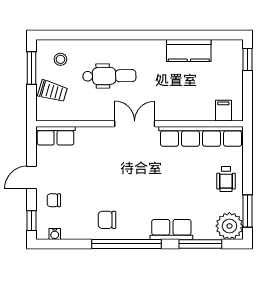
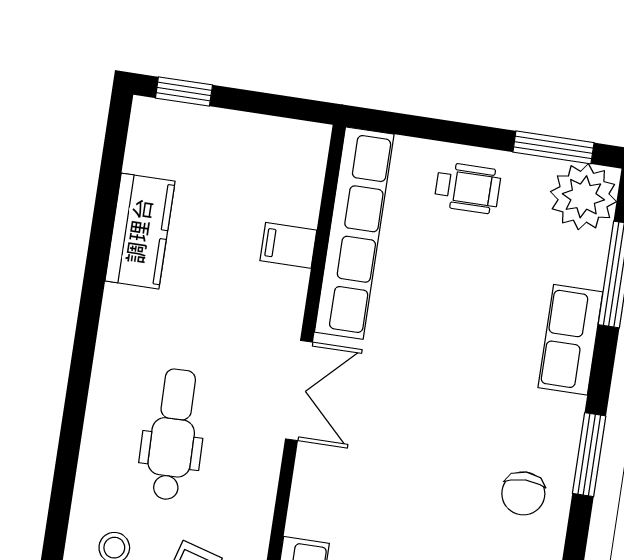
filing cabinet: (223, 111) -> (288, 245), moved
double door: (135, 124) -> (299, 390), swing flipped
window: (126, 244) -> (589, 455), width x0.47

